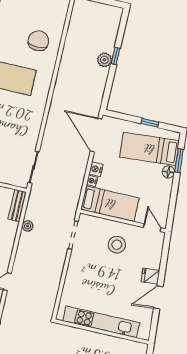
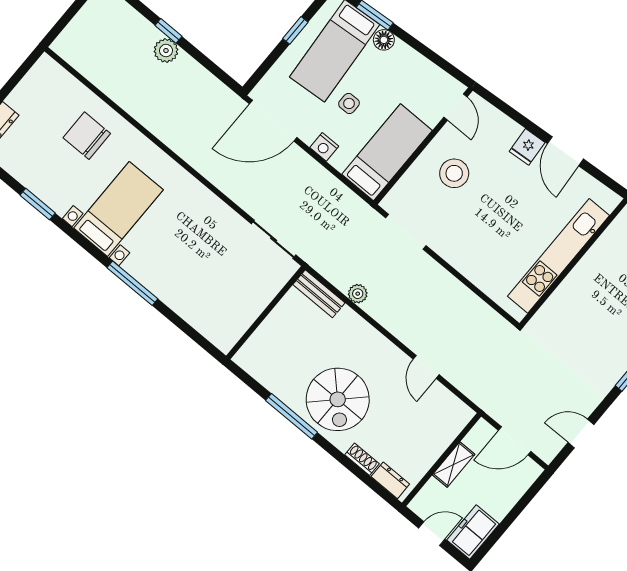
side table: (126, 171) -> (349, 103), added
nightstand: (92, 181) -> (339, 162), removed
door: (152, 228) -> (455, 107), swing flipped

